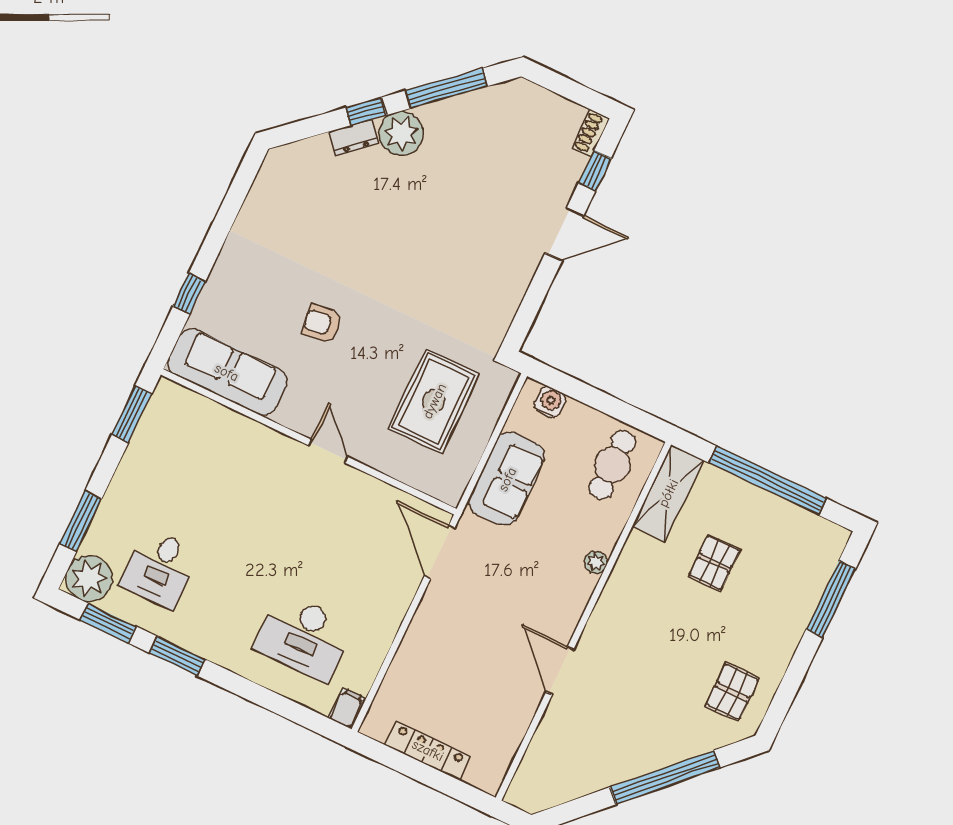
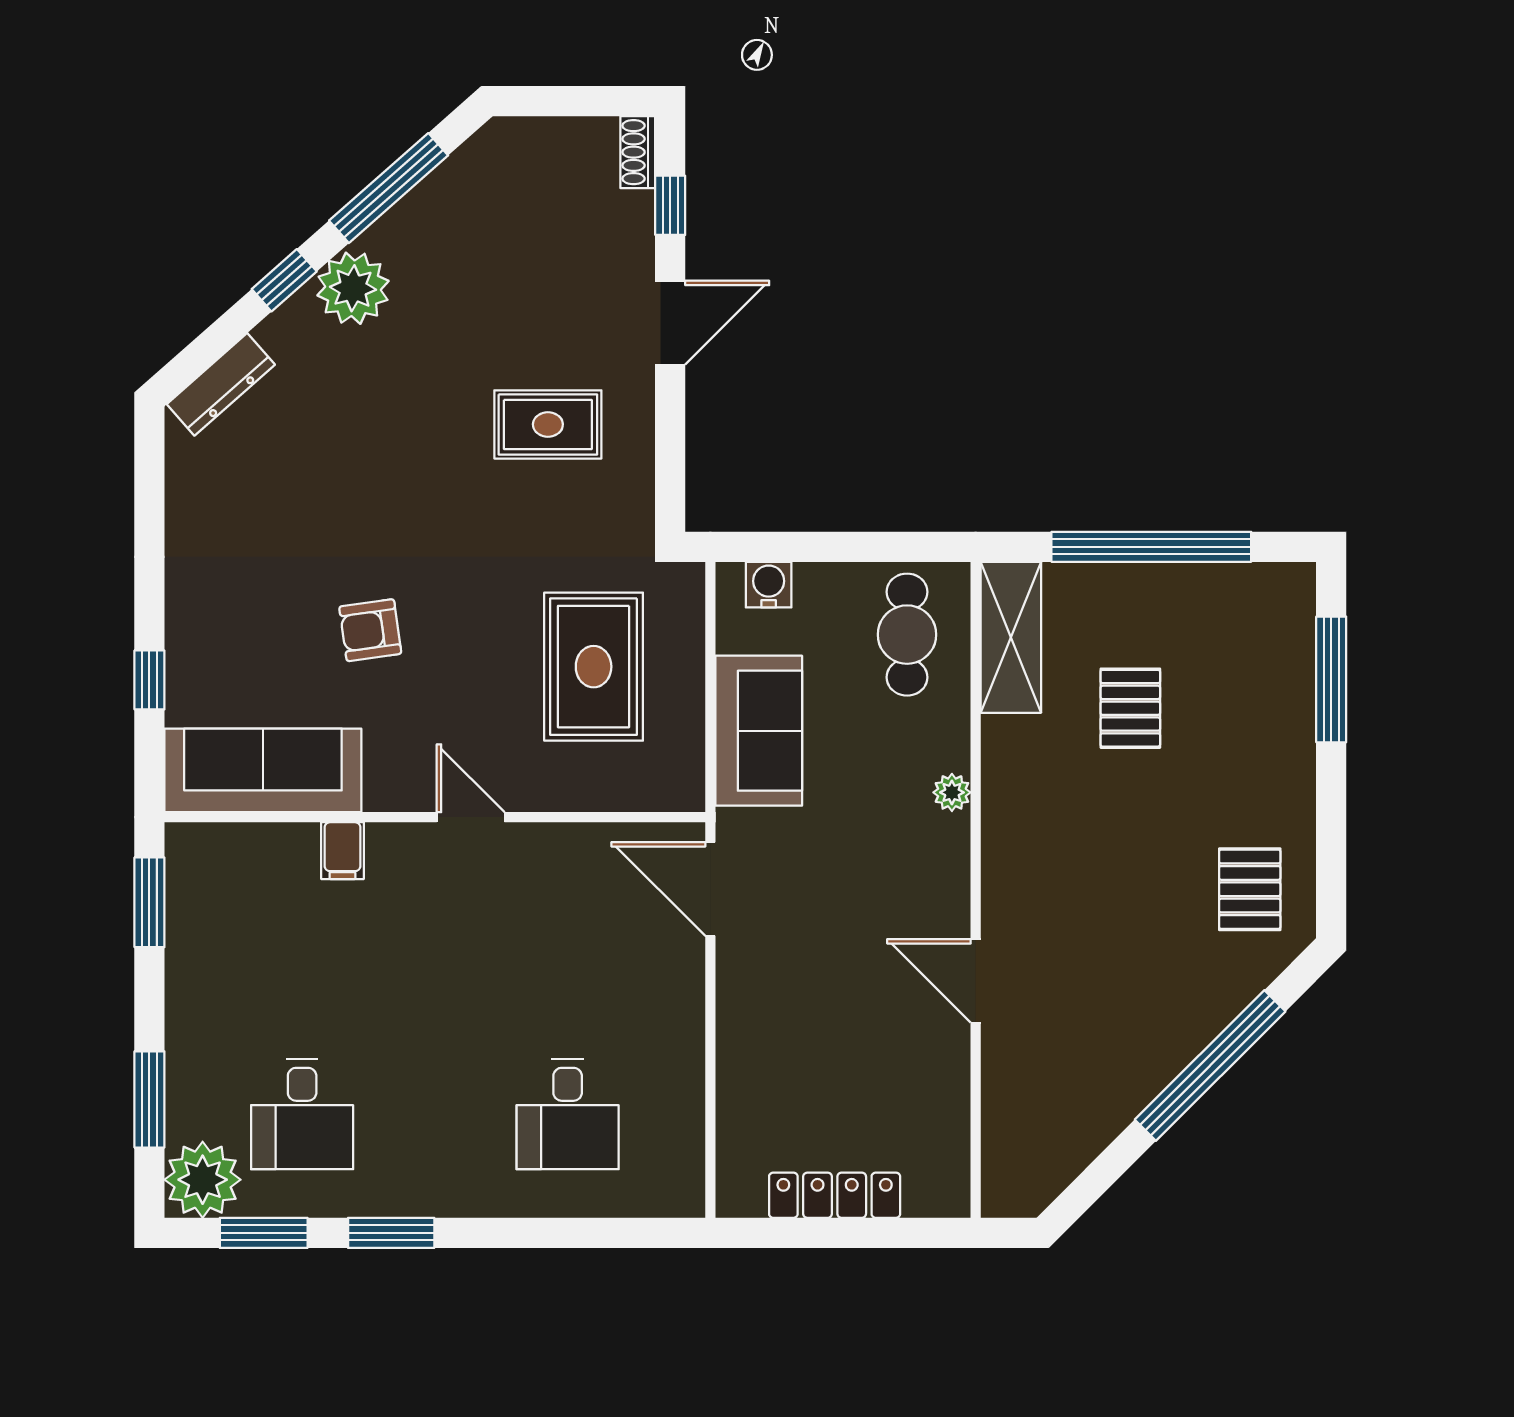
dresser: (354, 137) -> (221, 384), moved, width x1.44
rug: (472, 258) -> (548, 424), added
desk: (304, 637) -> (568, 1114), width x0.73
filing cabinet: (347, 708) -> (342, 851), moved, turned 180

